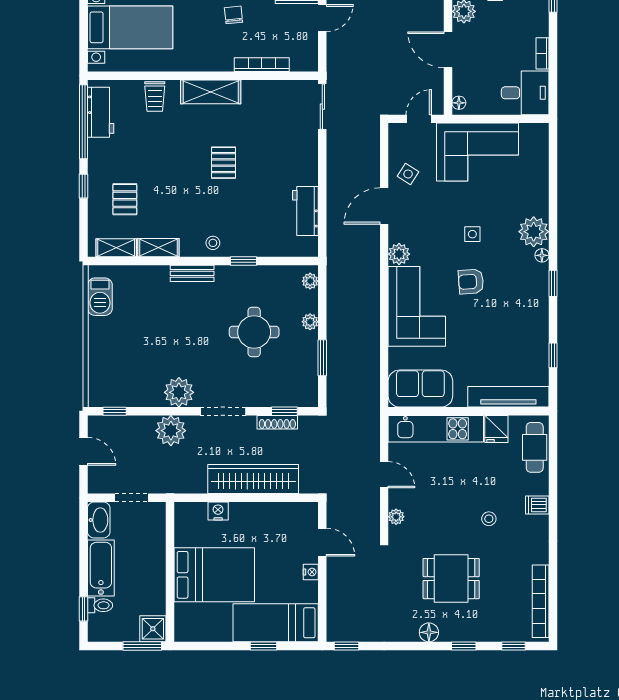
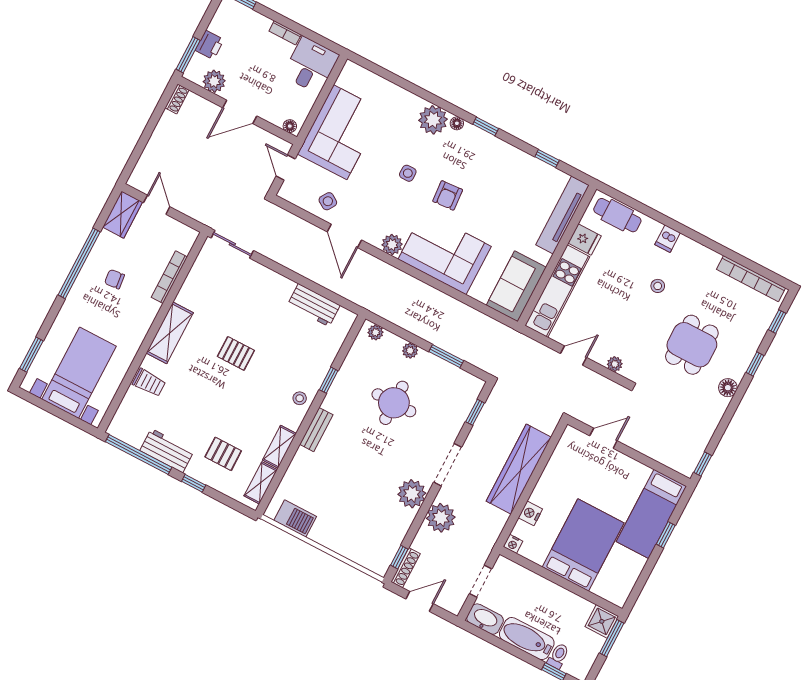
workbench: (101, 112) -> (167, 451), moved
shoe rack: (277, 422) -> (406, 568), moved
nightstand: (311, 572) -> (513, 544), moved, turned 180

